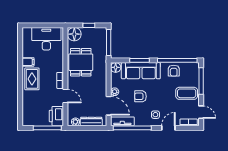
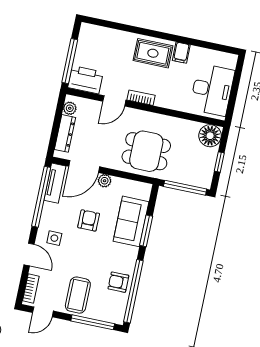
dining table: (81, 62) -> (146, 151), moved
floor lamp: (116, 67) -> (143, 191), removed
sofa: (141, 71) -> (131, 221), width x0.73

